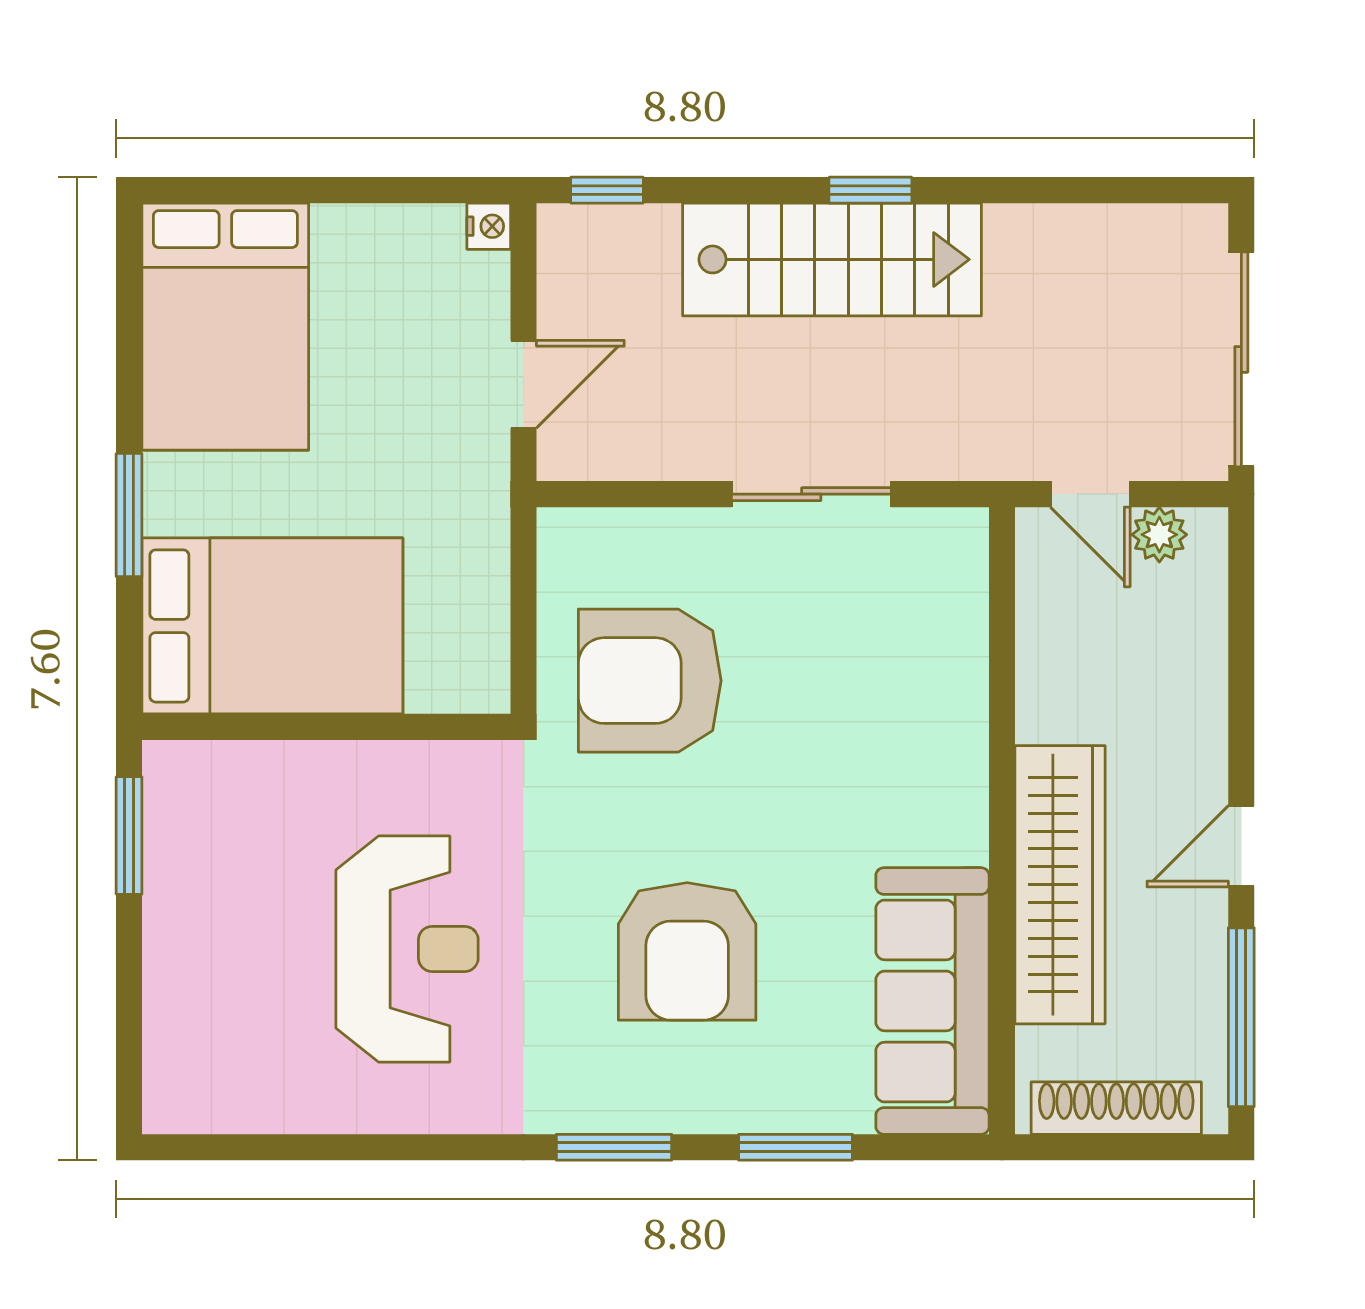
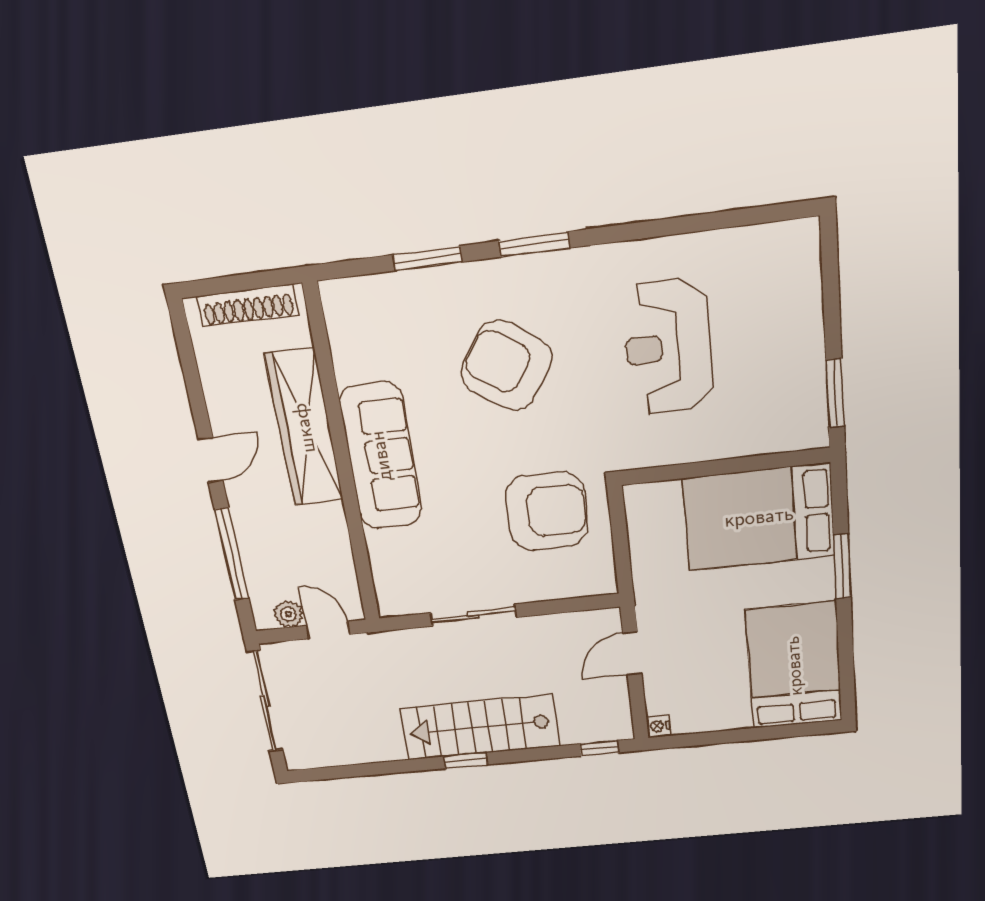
armchair: (687, 951) -> (506, 365), turned -55
sofa: (932, 1001) -> (381, 456), moved
window: (1241, 1017) -> (232, 554), moved

